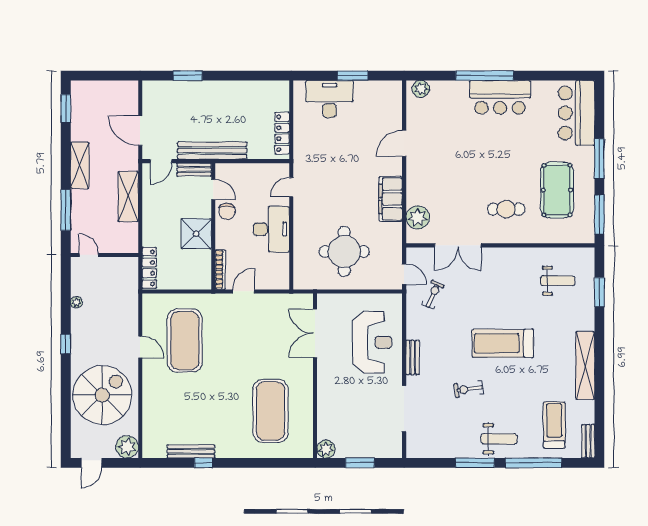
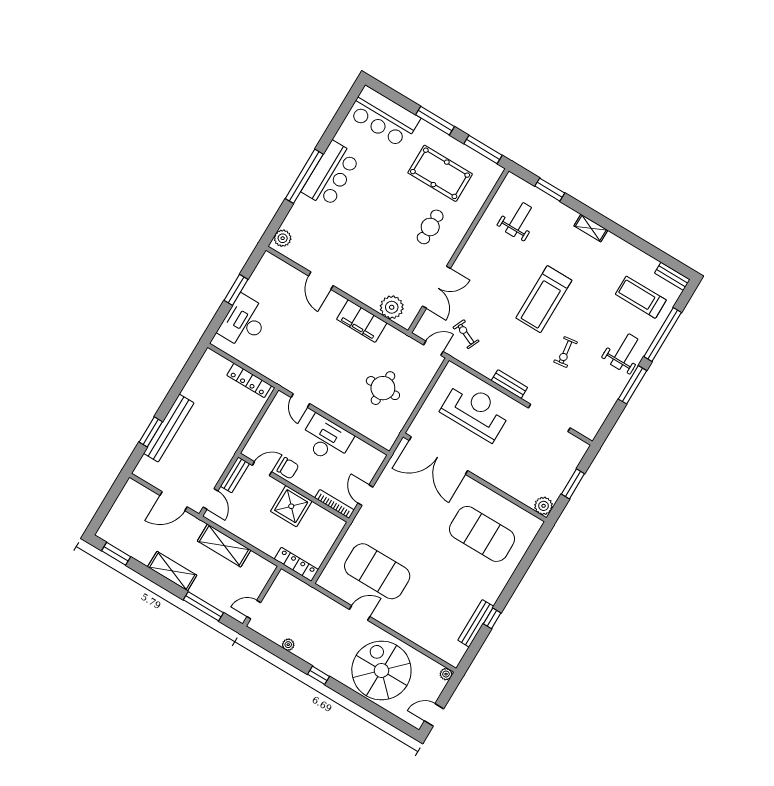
bench: (212, 151) -> (169, 428), moved
round table: (344, 251) -> (383, 388), width x0.73, depth x0.73
double door: (315, 333) -> (438, 455), width x1.36
shelving: (585, 366) -> (591, 228), width x0.45, depth x0.75
plant: (127, 447) -> (446, 674), width x0.53, depth x0.53
door: (91, 463) -> (434, 715), swing flipped

